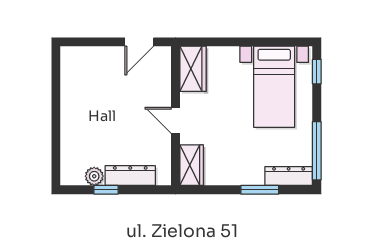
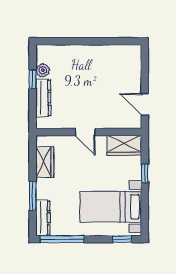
window: (230, 42) -> (145, 174), added
door: (175, 120) -> (85, 132), swing flipped
wardrobe: (192, 165) -> (45, 162), moved, turned -90

